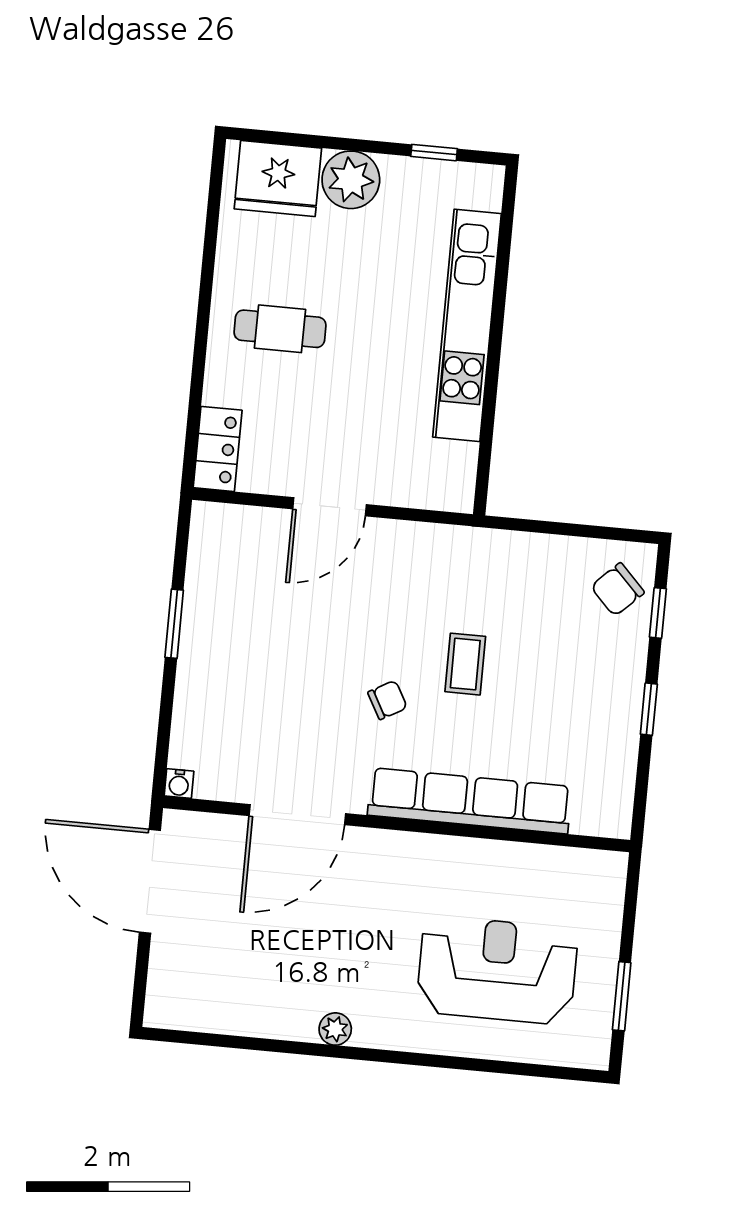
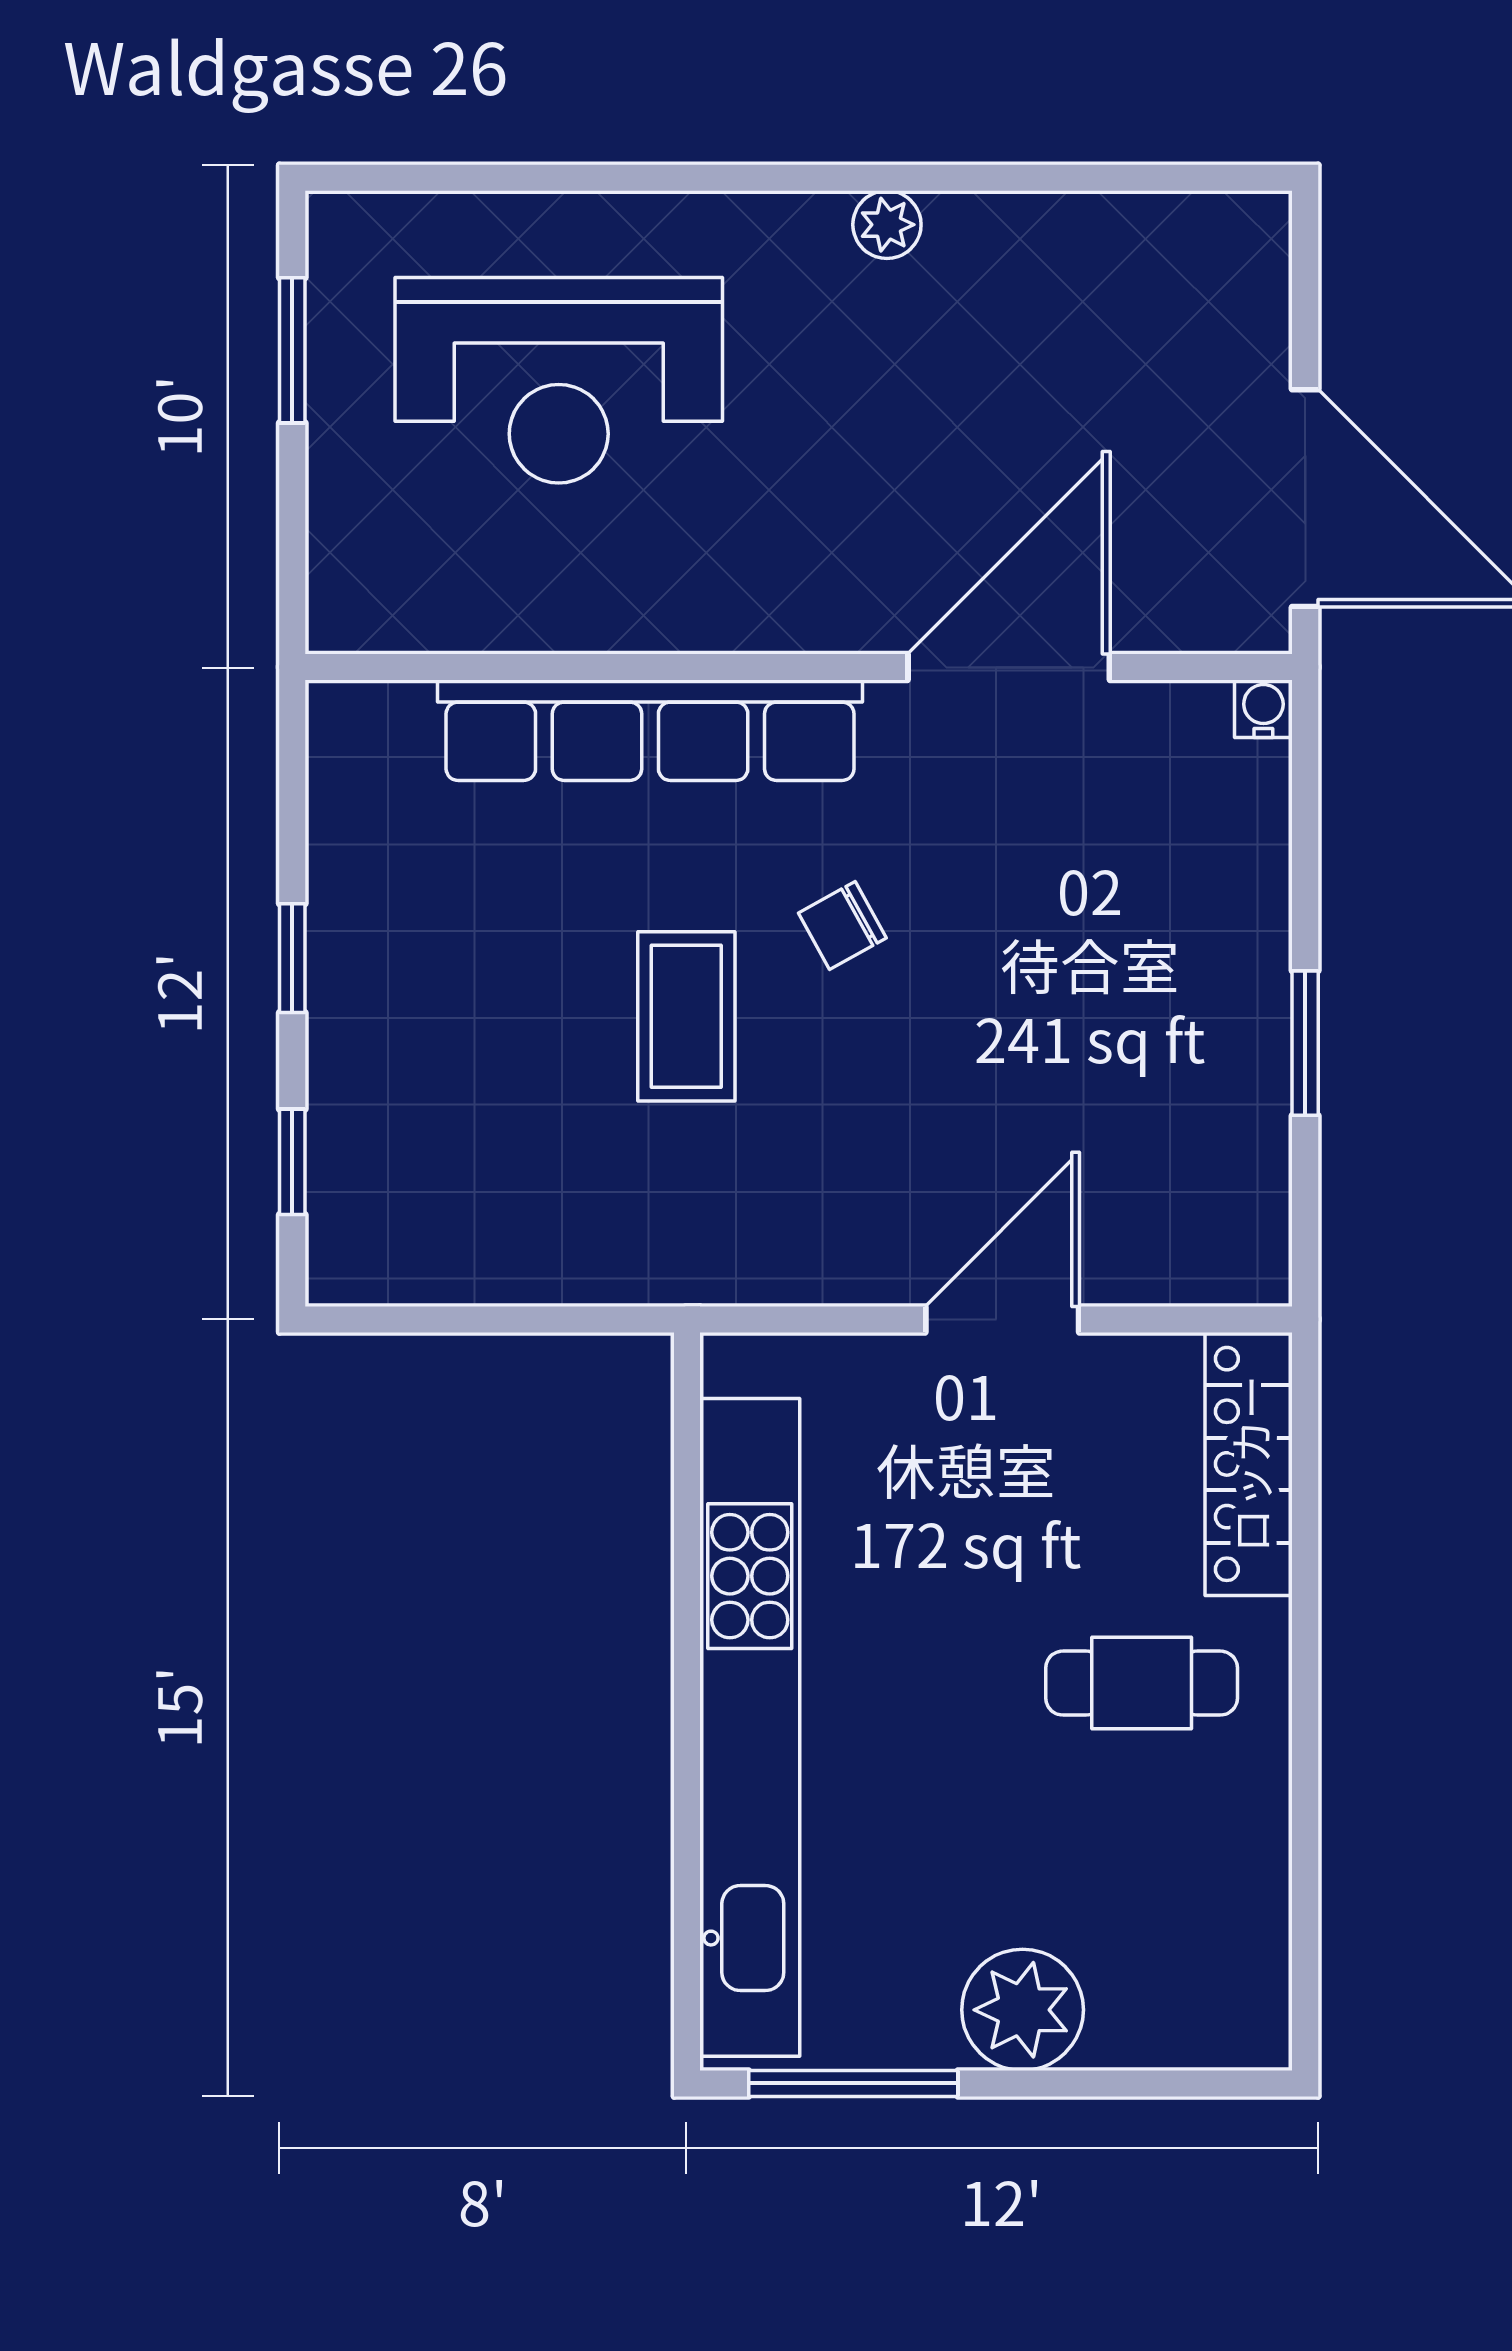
window: (434, 153) -> (853, 2083), width x2.17
fridge: (278, 179) -> (1176, 1998), removed
kitchen unit: (467, 325) -> (750, 1727), width x1.36
locker: (218, 449) -> (1249, 1464), width x1.53
chair: (617, 589) -> (382, 1203), removed
coffee table: (465, 664) -> (686, 1016), width x1.36, depth x1.30

